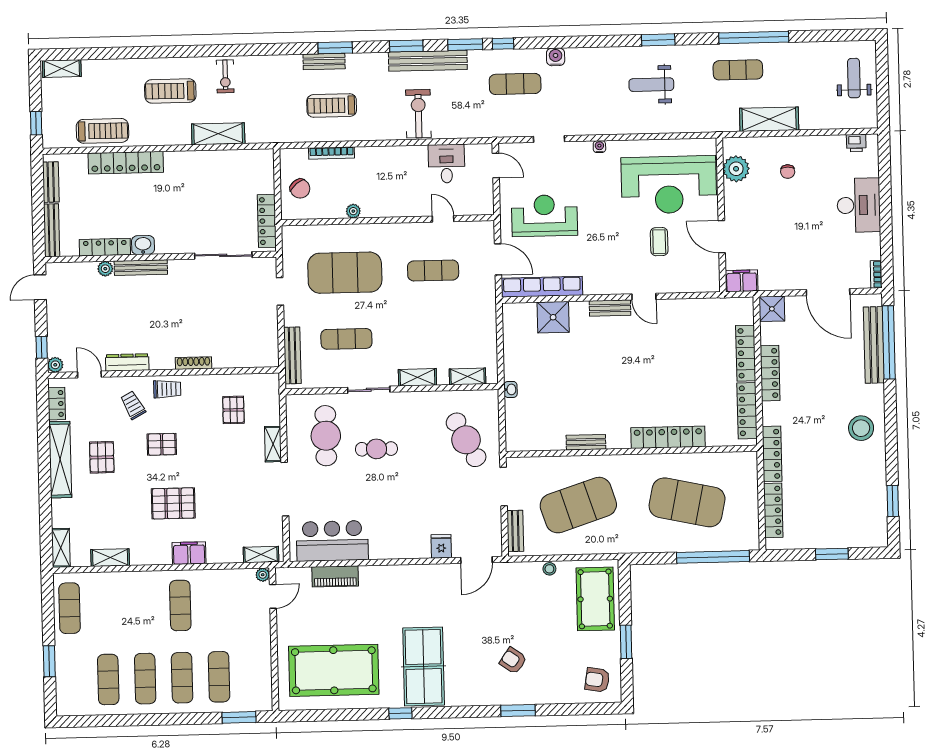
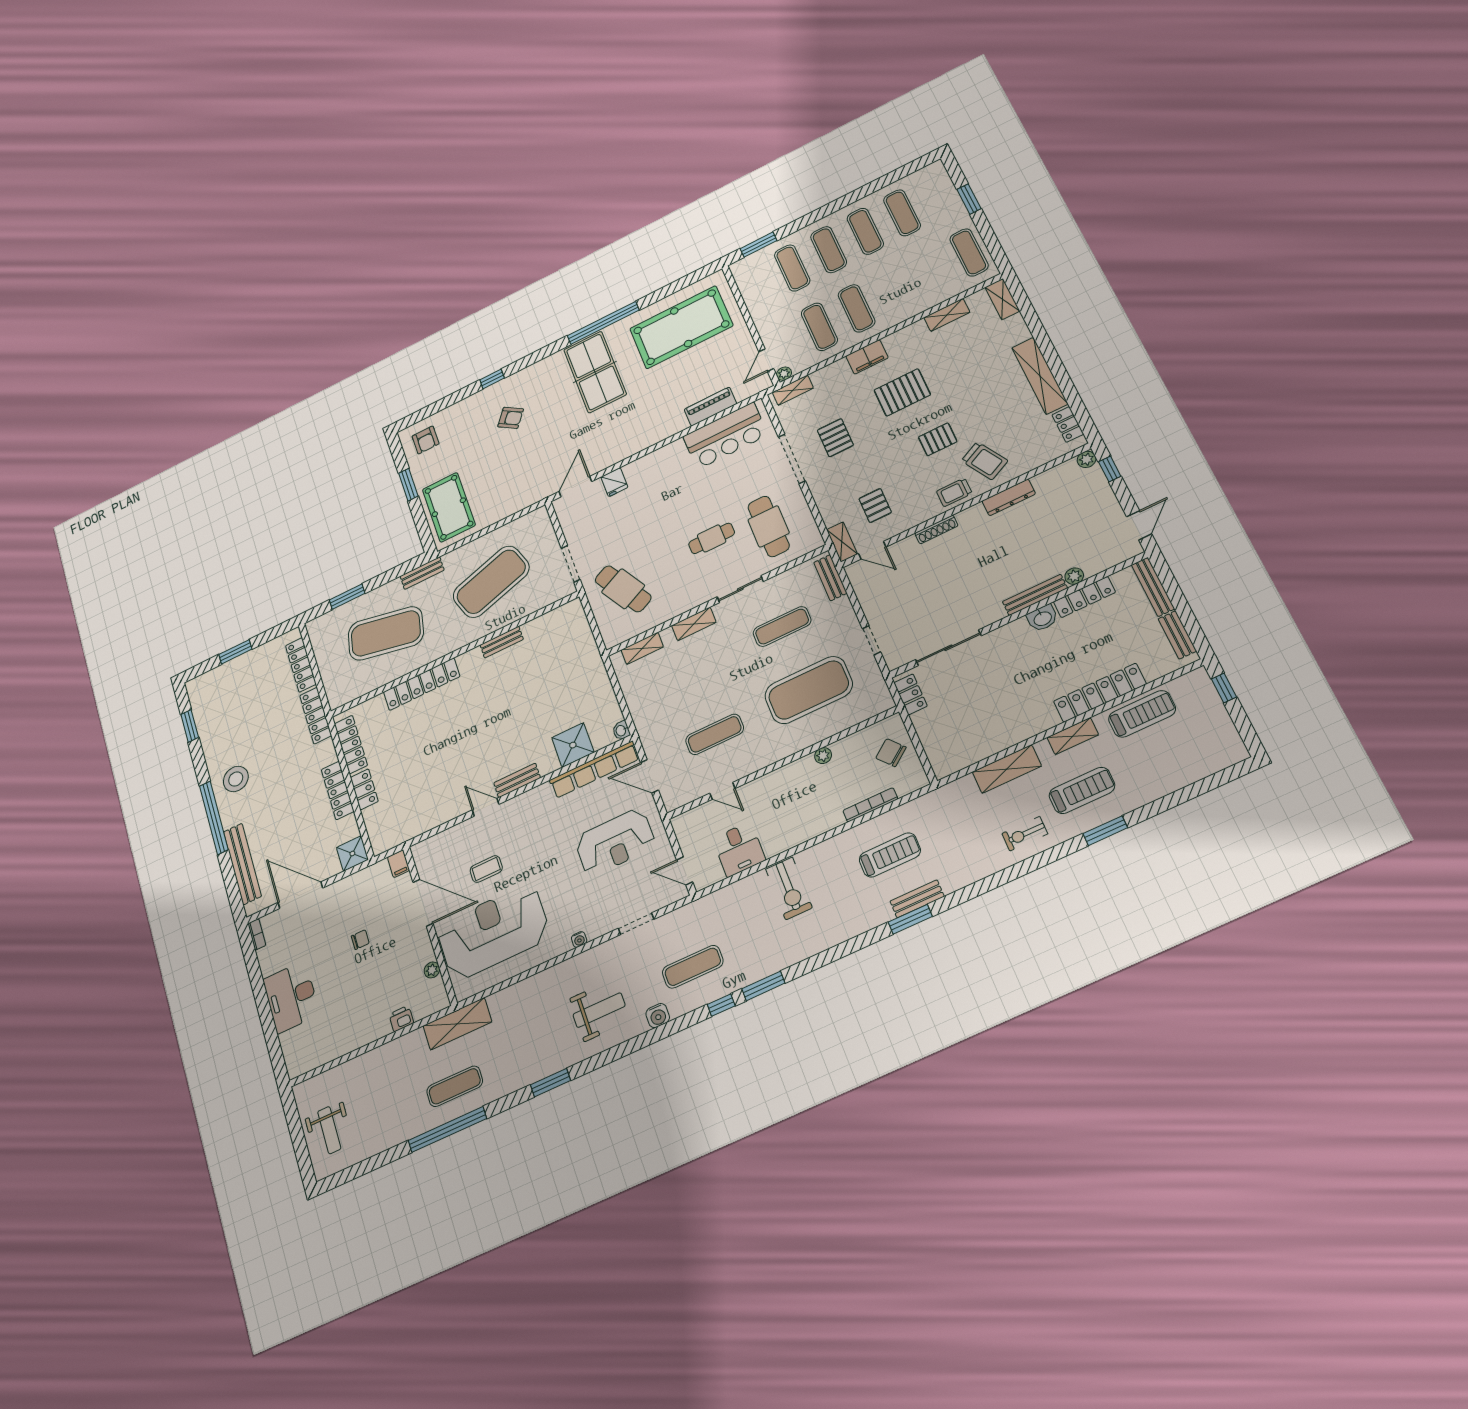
window: (406, 46) -> (1105, 831), moved
bench: (428, 61) -> (799, 950), removed
shelving: (62, 69) -> (1073, 736), moved
exercise bike: (225, 76) -> (1025, 834), turned -90
weight bench: (651, 85) -> (599, 1010), moved
shelving: (769, 119) -> (457, 1024), moved
treadmill: (102, 131) -> (1142, 714), turned 180
printer: (856, 143) -> (401, 1019), moved
plant: (736, 169) -> (432, 970), width x0.53, depth x0.53
chair: (788, 172) -> (360, 940), moved, turned 90
locker: (267, 221) -> (911, 694), width x0.66
door: (722, 237) -> (423, 903), width x1.36
coffee table: (659, 242) -> (486, 869), turned 90
filing cabinet: (742, 281) -> (398, 864), width x0.50
window: (889, 342) -> (214, 818), moved
locker: (746, 353) -> (364, 789), width x0.66
bench: (292, 355) -> (830, 578), width x0.73
door: (89, 375) -> (872, 550), moved
washbasin: (511, 389) -> (621, 731), moved
trolley: (133, 405) -> (985, 461), width x1.36, depth x1.39
shelving: (273, 444) -> (842, 542), moved
pallet: (102, 457) -> (835, 438), moved
bench: (515, 531) -> (422, 573), moved, turned 90
window: (713, 557) -> (347, 597), width x0.47
stool: (549, 569) -> (501, 512), removed
exercise mat: (217, 605) -> (819, 327), added
armchair: (597, 680) -> (426, 440), turned 81
window: (518, 711) -> (492, 379), width x0.67
window: (400, 713) -> (603, 323), width x3.17

